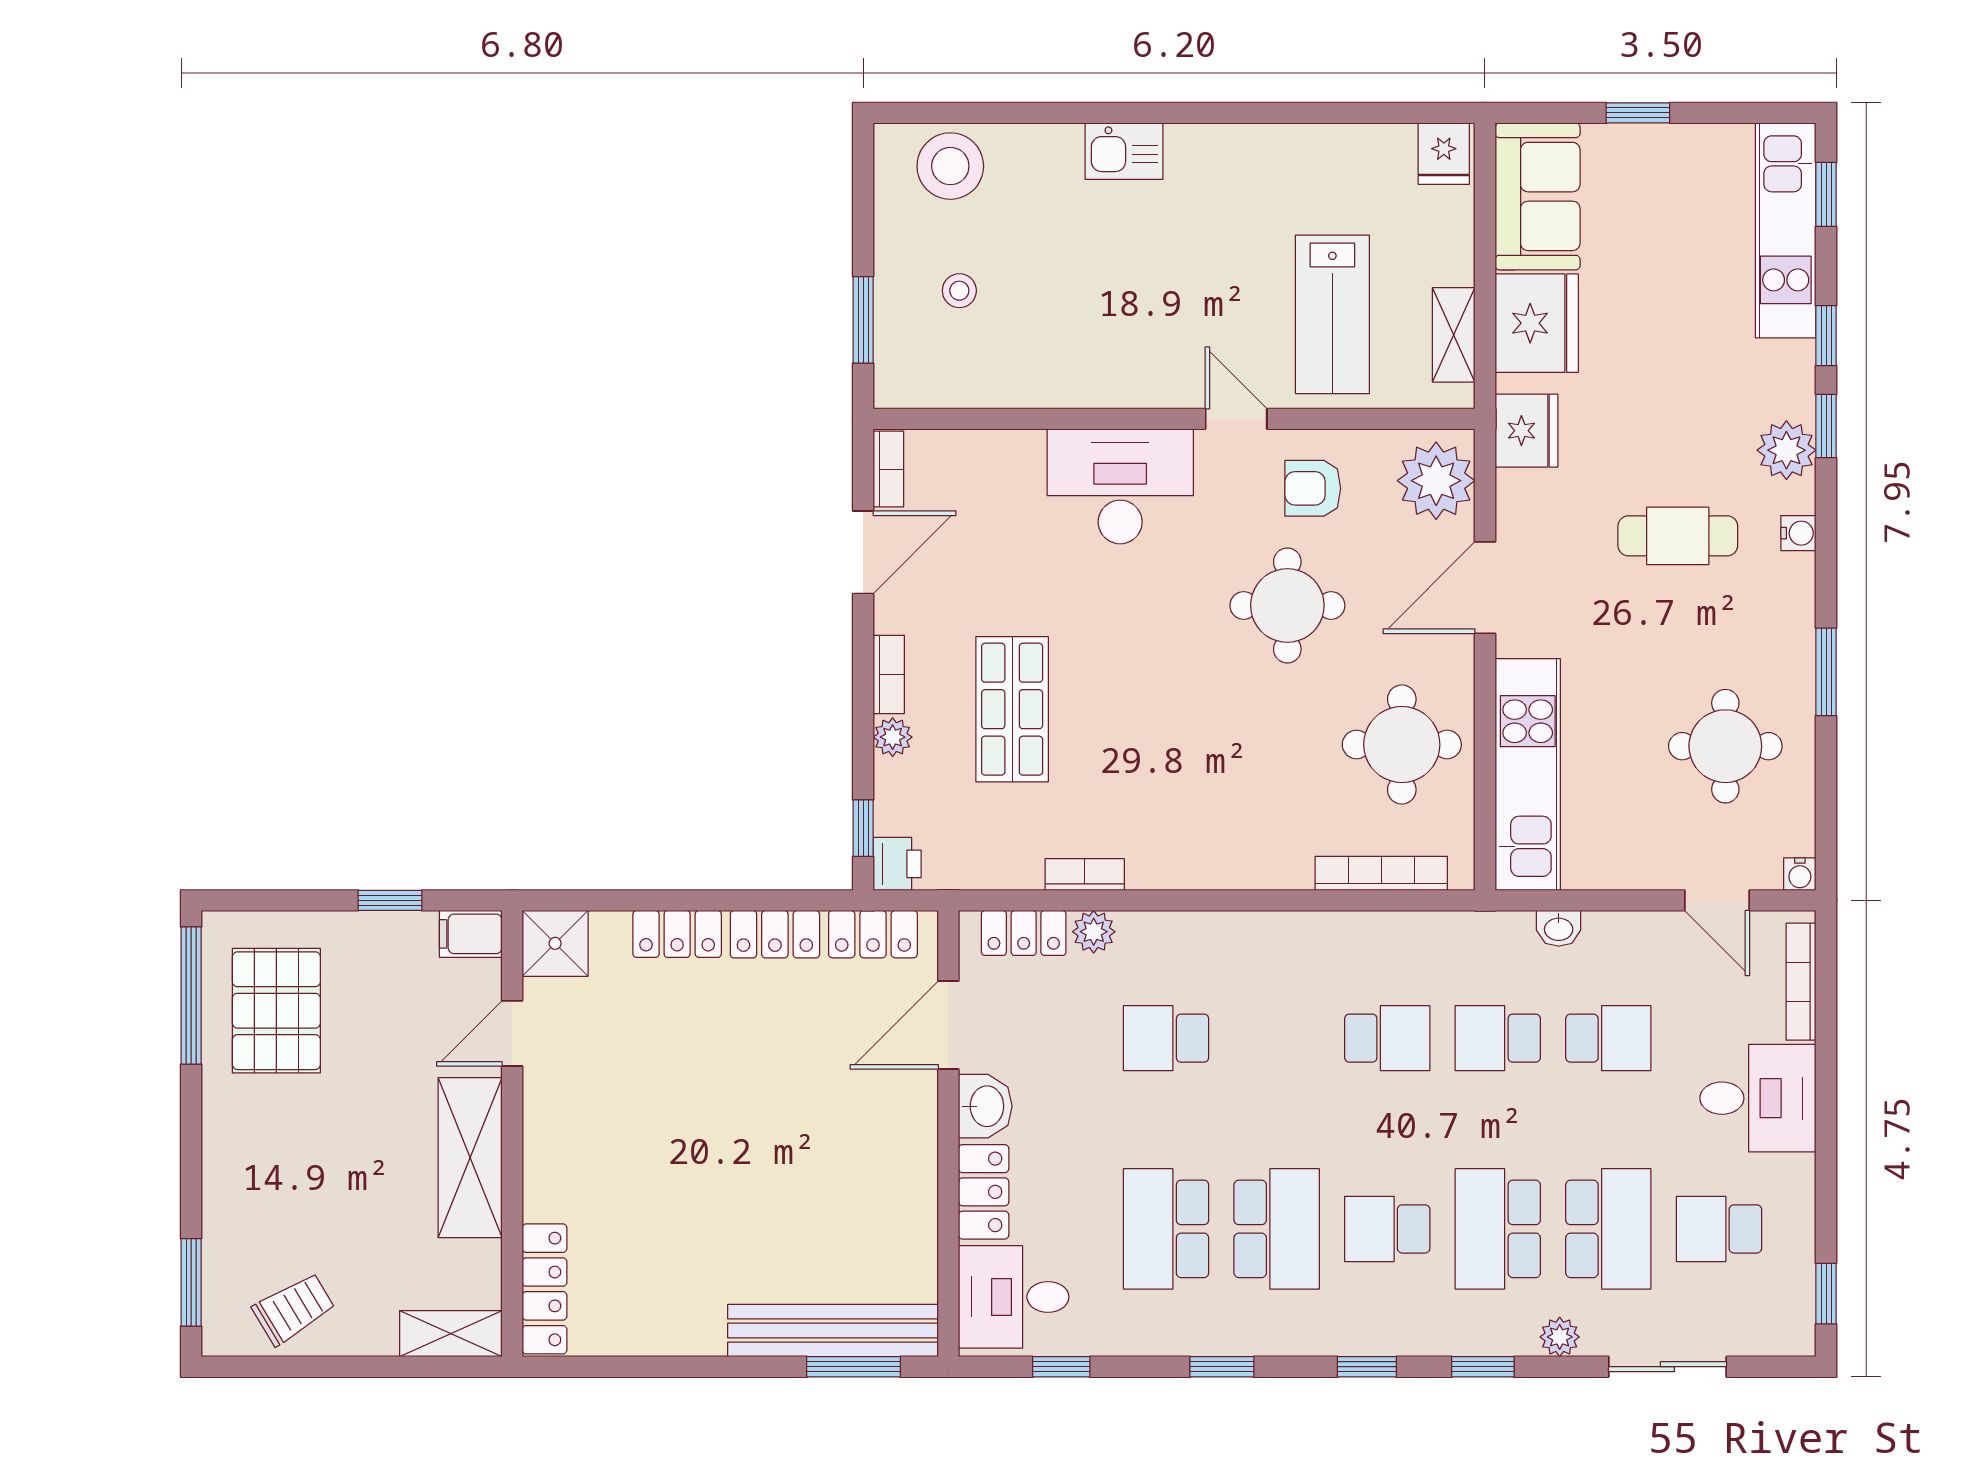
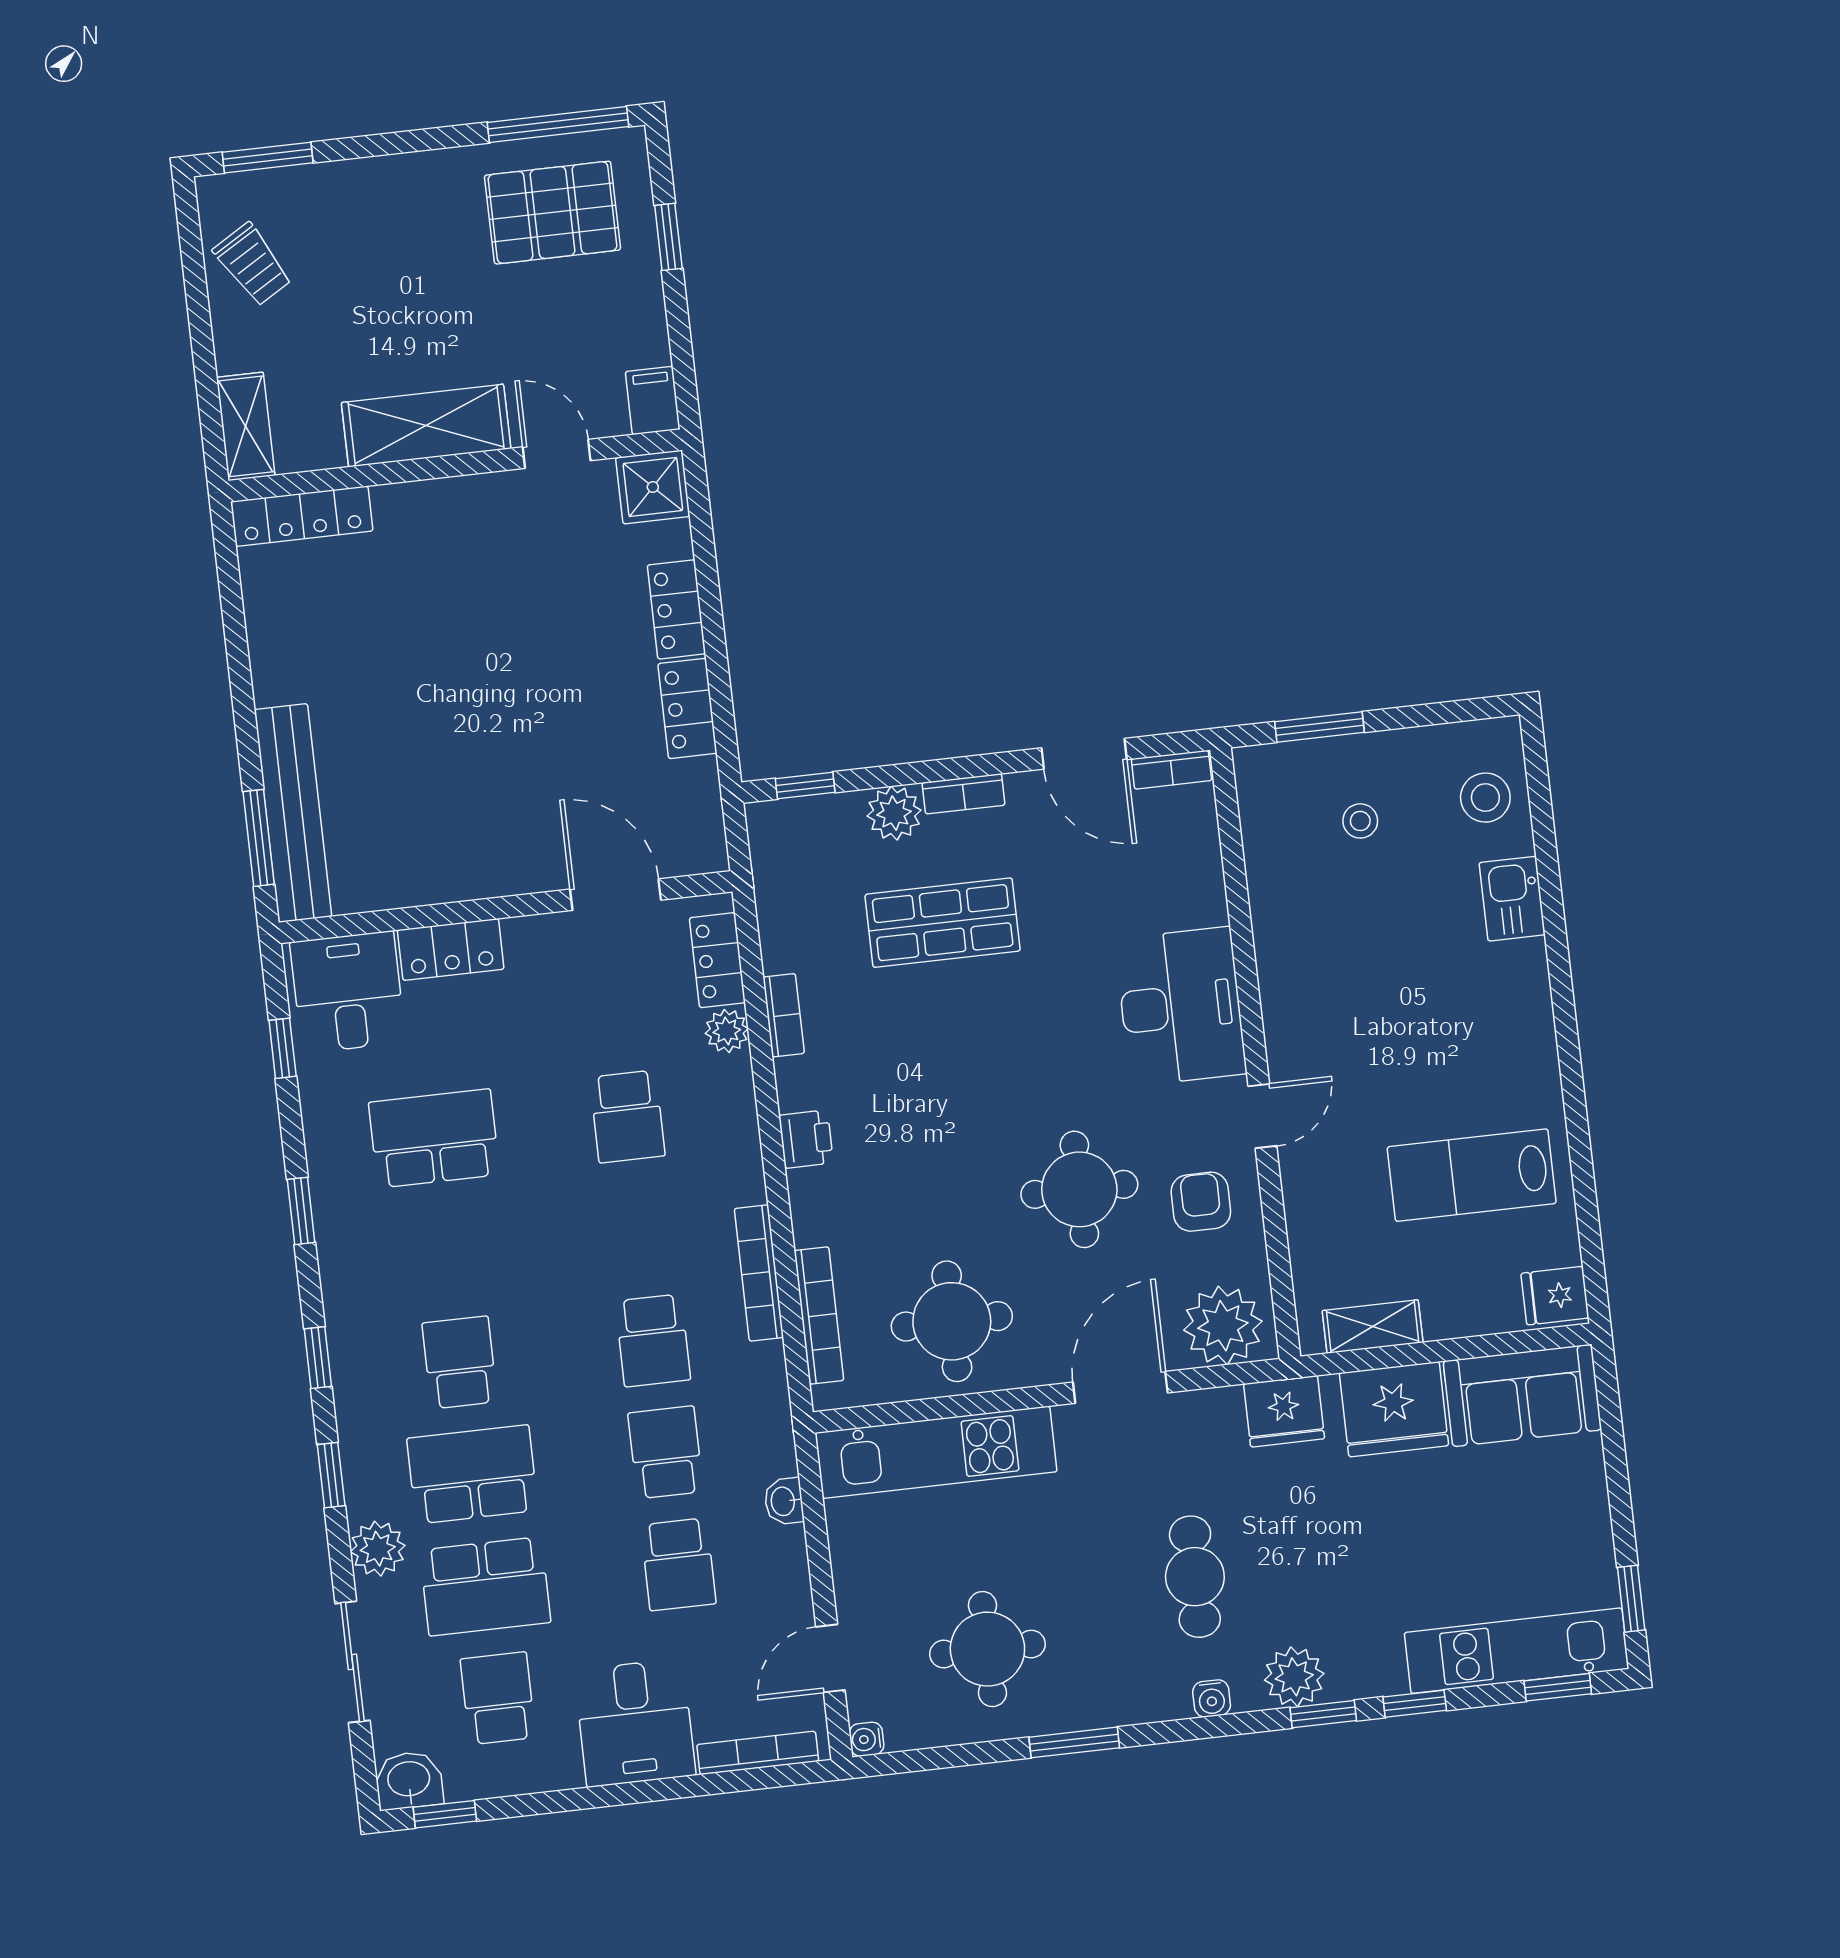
window: (1638, 113) -> (1631, 1599), moved
kitchen sink: (1124, 151) -> (1512, 899), moved
stool: (950, 166) -> (1485, 798), width x0.73, depth x0.73
lab bench: (1332, 314) -> (1472, 1175), moved
door: (1485, 588) -> (1120, 1387), hinge flipped
plant: (893, 737) -> (894, 813), width x1.38, depth x1.38
printer: (897, 864) -> (806, 1139), moved, turned -90
window: (390, 900) -> (668, 237), moved
bookcase: (1333, 927) -> (759, 1273), added
locker: (873, 934) -> (699, 808), removed
school desk: (1166, 1038) -> (627, 1116), turned 180
washbasin: (985, 1106) -> (409, 1780), moved, turned 180
school desk: (1277, 1229) -> (447, 1250), removed
plant: (1560, 1337) -> (378, 1549), width x1.38, depth x1.38

